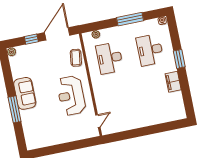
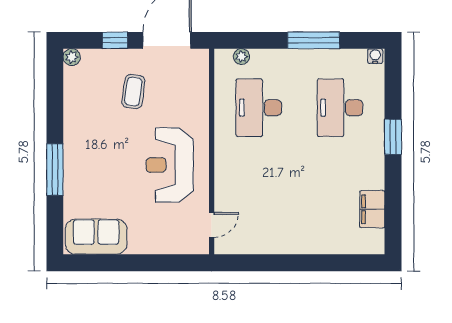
coffee table: (76, 58) -> (133, 92), moved
filing cabinet: (173, 82) -> (372, 209), moved
sofa: (25, 93) -> (96, 237), moved, turned -90

